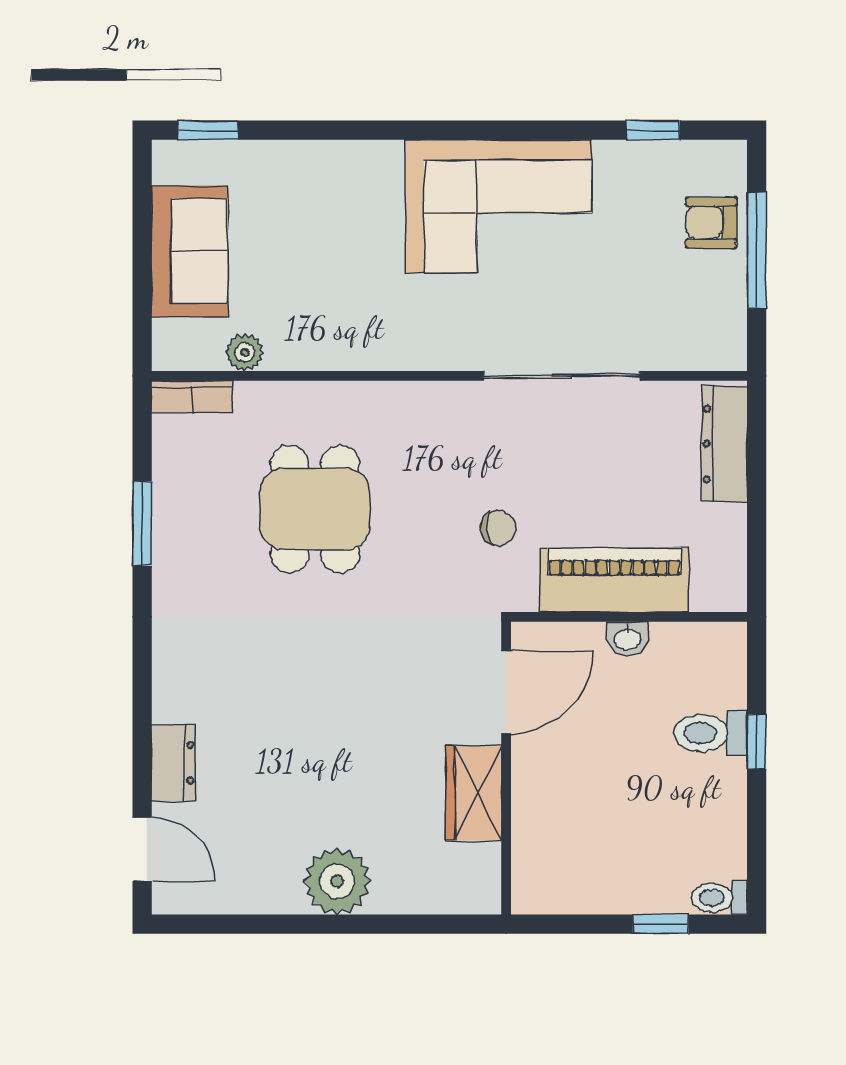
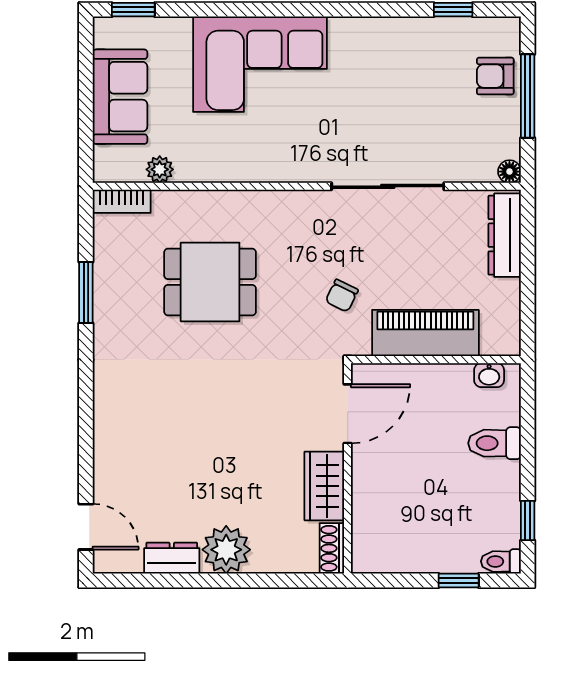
corner sofa: (499, 206) -> (260, 64), moved
floor lamp: (731, 355) -> (509, 172), added
dining table: (315, 509) -> (210, 282), turned 90
chair: (498, 528) -> (342, 296), turned 122
washbasin: (627, 639) -> (489, 375), moved
window: (757, 741) -> (528, 520), moved
dresser: (173, 763) -> (172, 558), moved, turned -90
shoe rack: (484, 879) -> (332, 548), added

